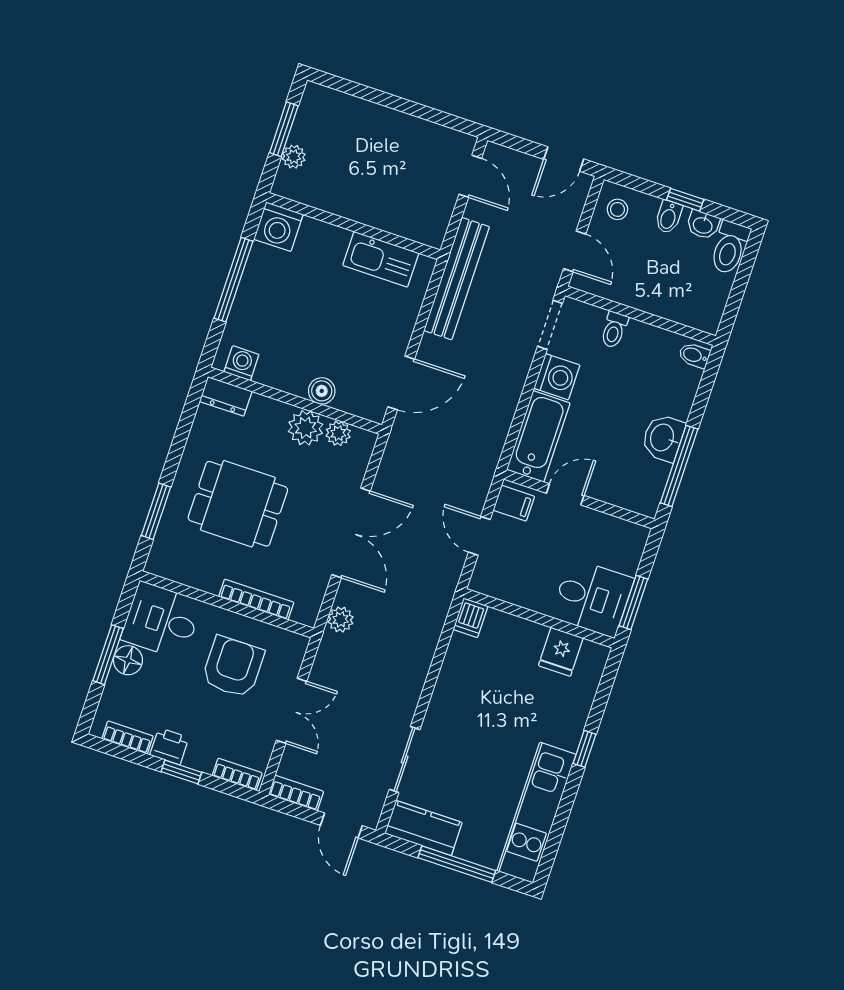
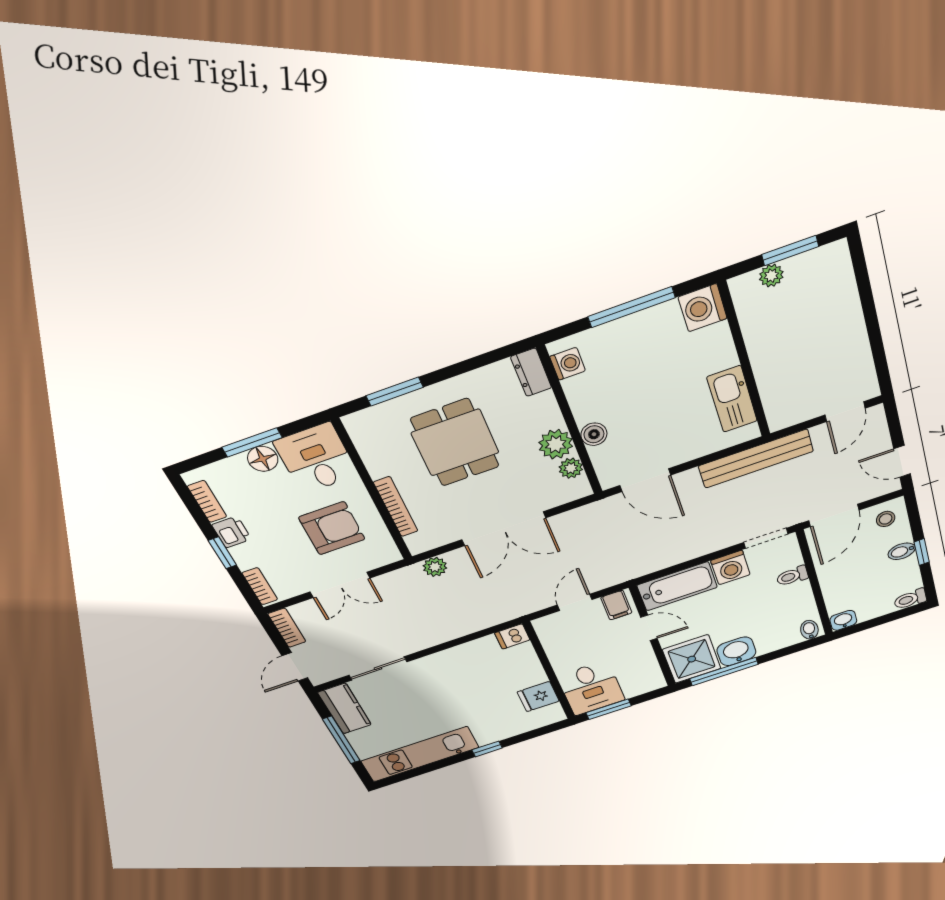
washbasin: (703, 225) -> (843, 620), moved, turned 90
toilet: (730, 248) -> (910, 599), width x0.73, depth x0.72
door: (575, 251) -> (834, 515), width x1.38
shower: (637, 484) -> (692, 659), added

